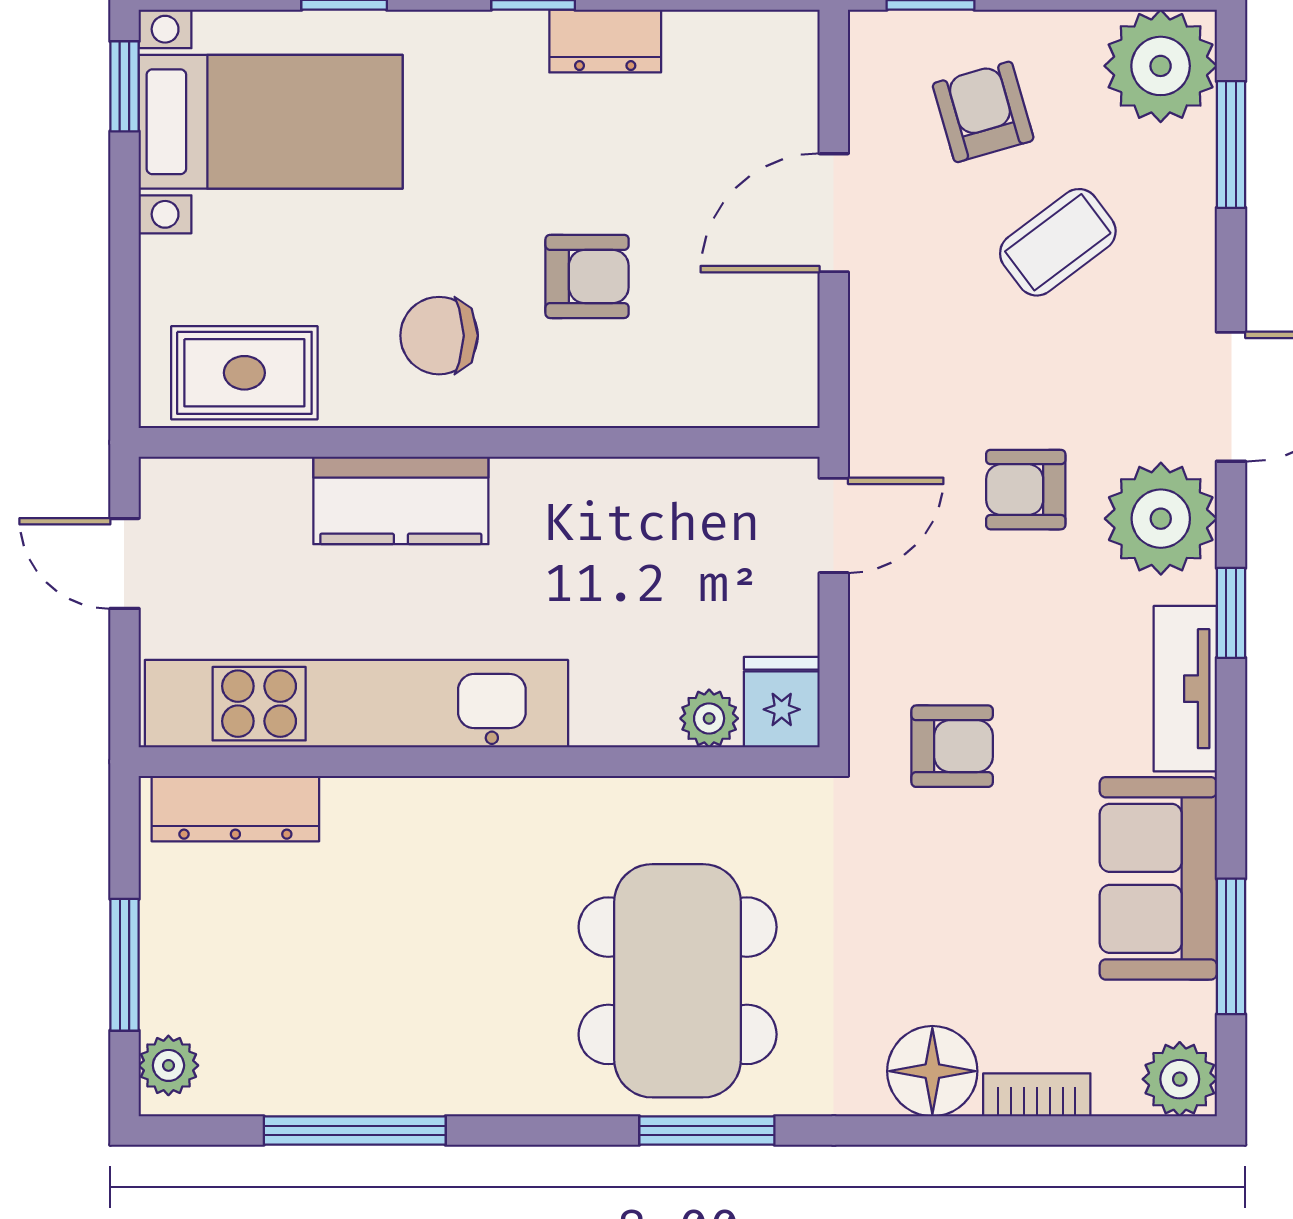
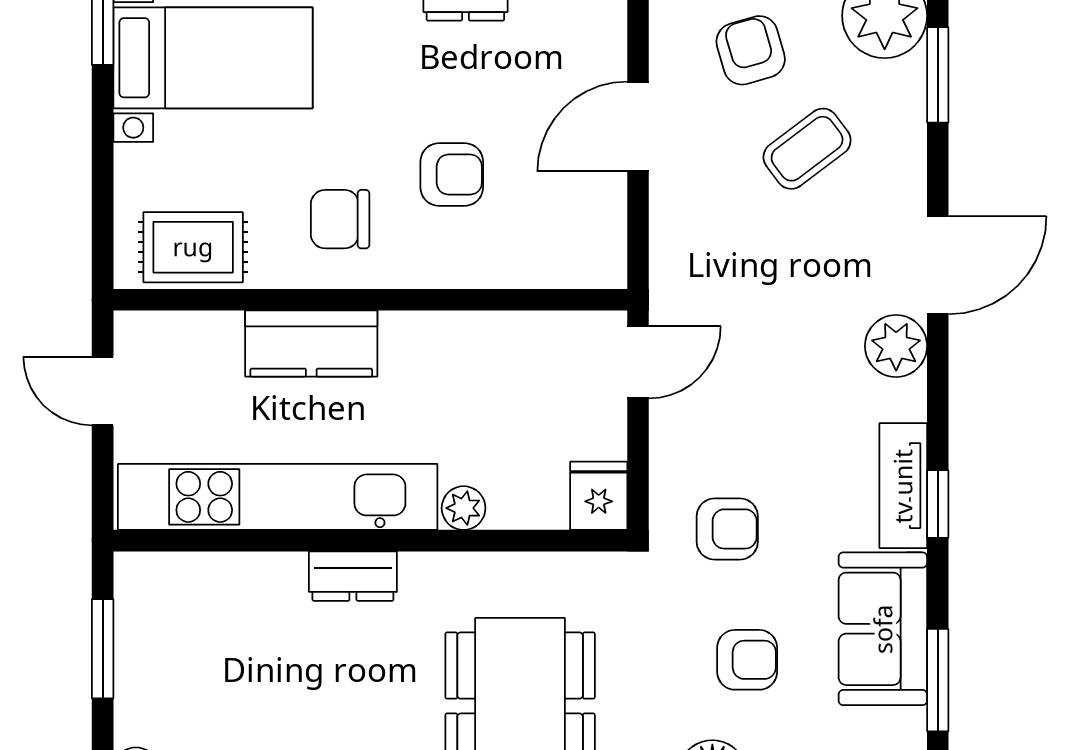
armchair: (1026, 490) -> (747, 660), moved, turned 180
plant: (1161, 519) -> (896, 346), width x0.73, depth x0.73
window: (1231, 613) -> (938, 504), moved
plant: (709, 718) -> (464, 508), moved
dresser: (235, 809) -> (353, 576), moved, width x0.70
window: (124, 965) -> (103, 649), moved

